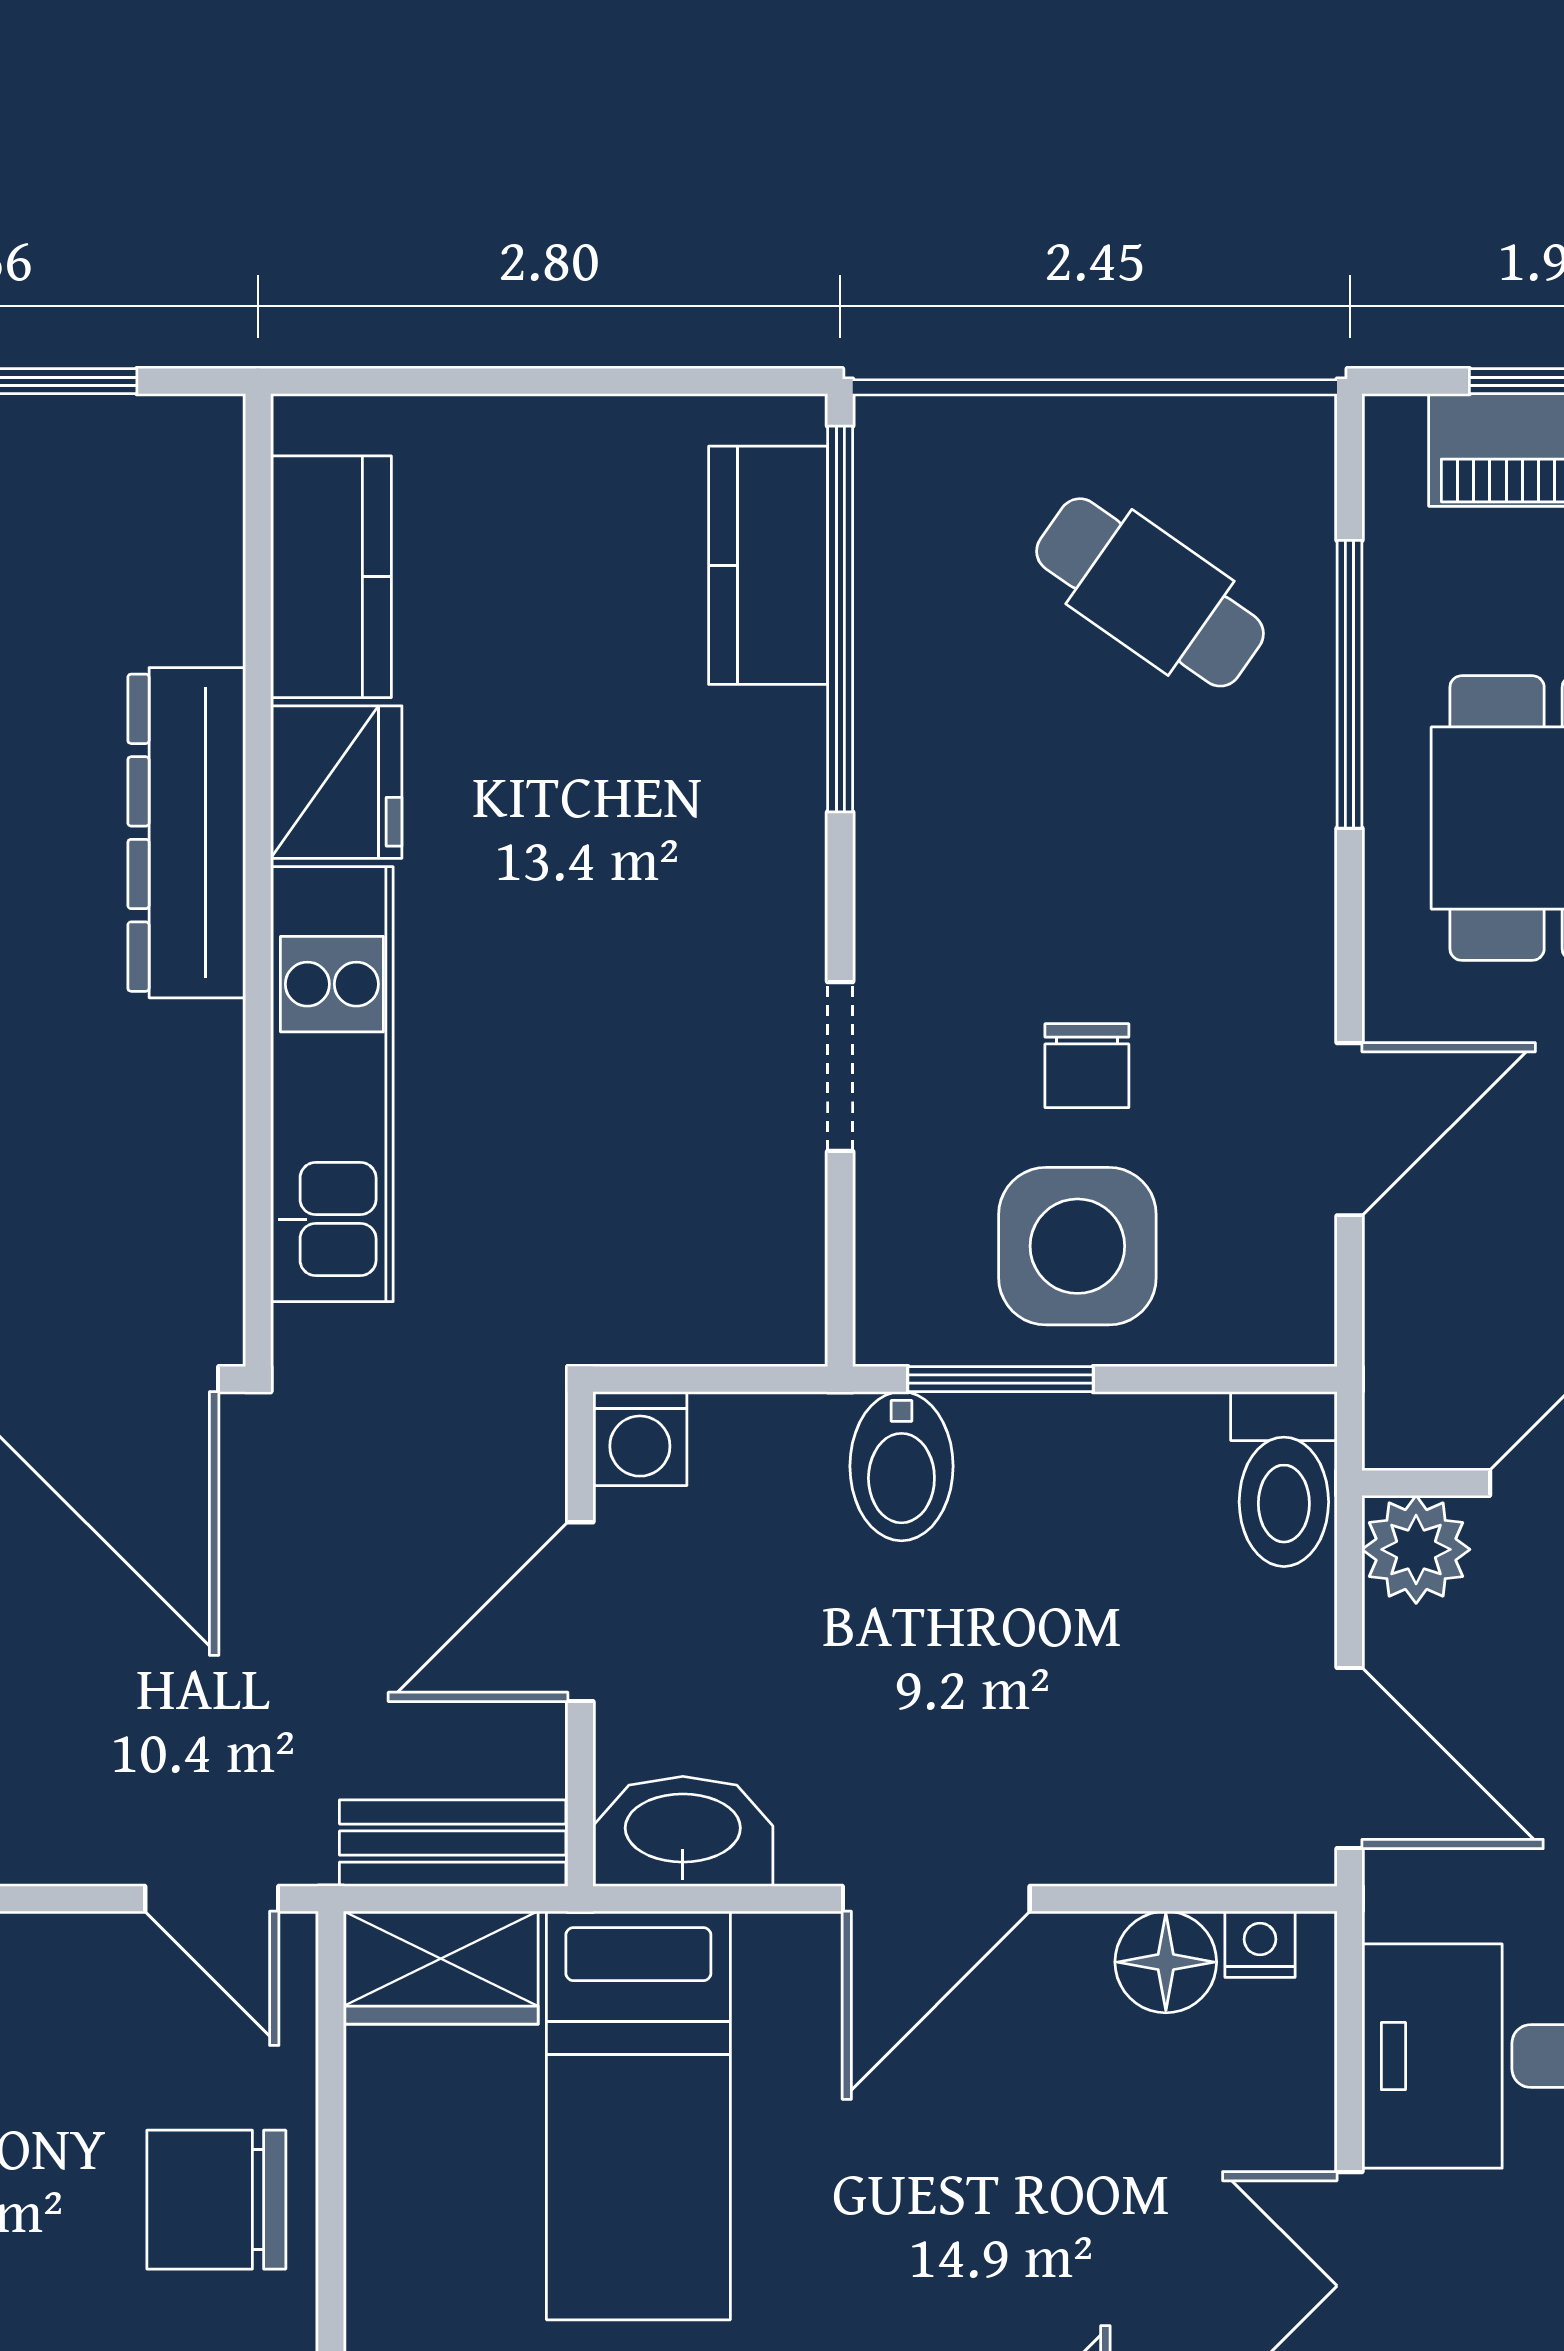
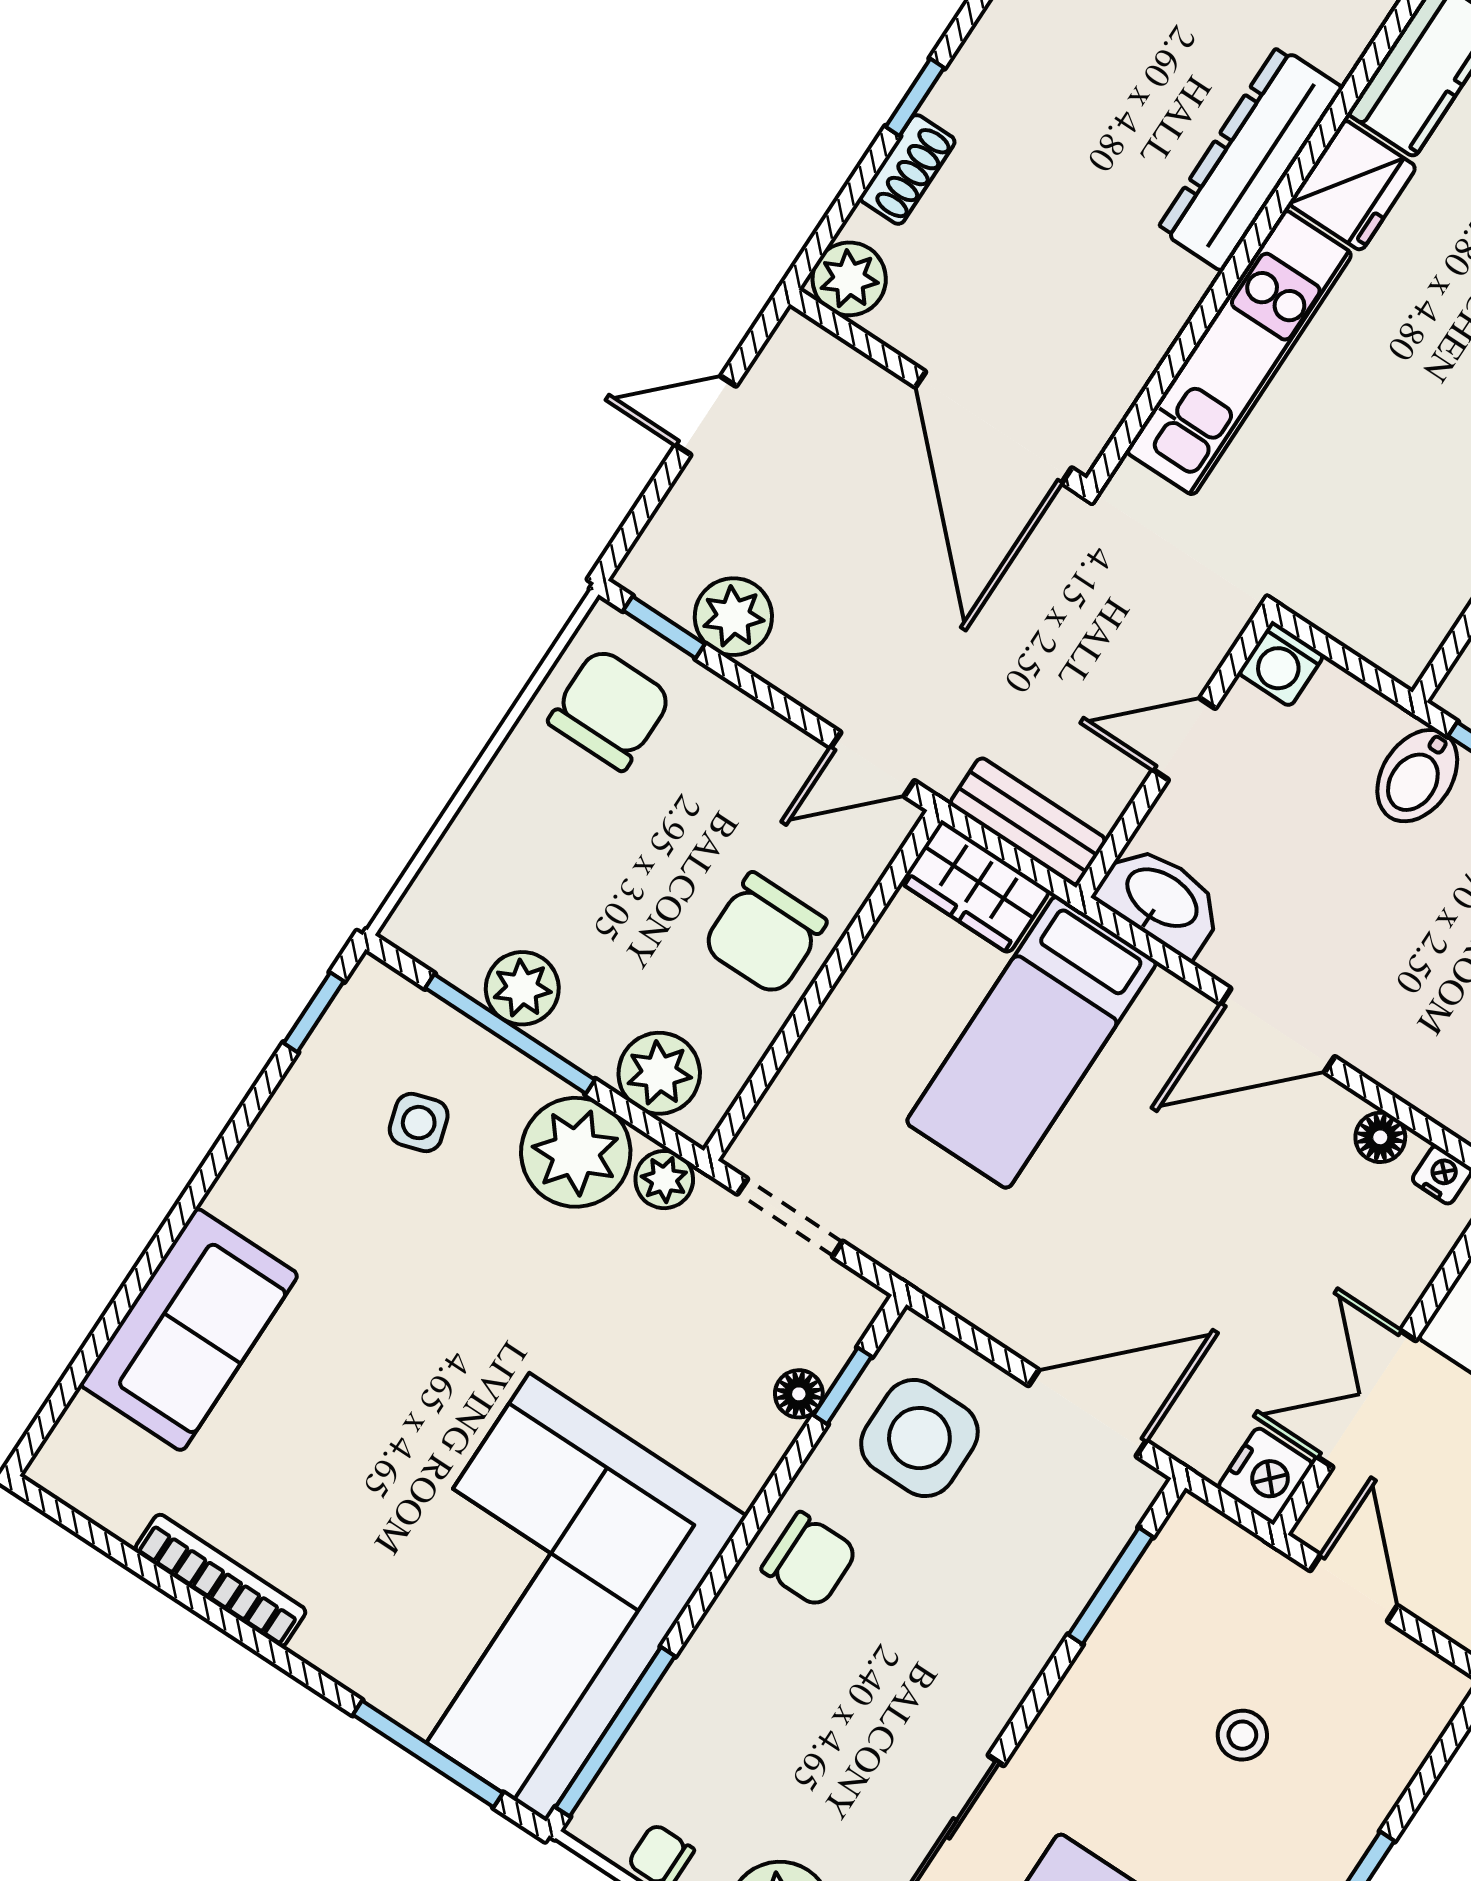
door: (580, 1612) -> (1184, 739), width x0.73
door: (212, 1899) -> (873, 764), hinge flipped
floor lamp: (1166, 1962) -> (1380, 1137), width x0.73, depth x0.73
chair: (216, 2200) -> (764, 934), turned -90

